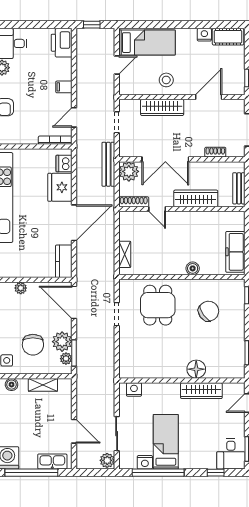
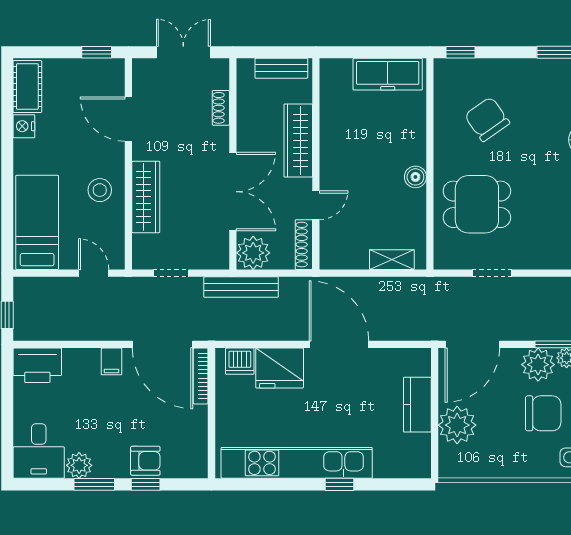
door: (117, 65) -> (94, 273), moved
door: (74, 117) -> (162, 344), width x1.87
kitchen counter: (64, 261) -> (417, 405), moved, turned 90
boiler: (193, 268) -> (415, 177), moved
plant: (21, 288) -> (457, 425), width x1.87, depth x1.87

